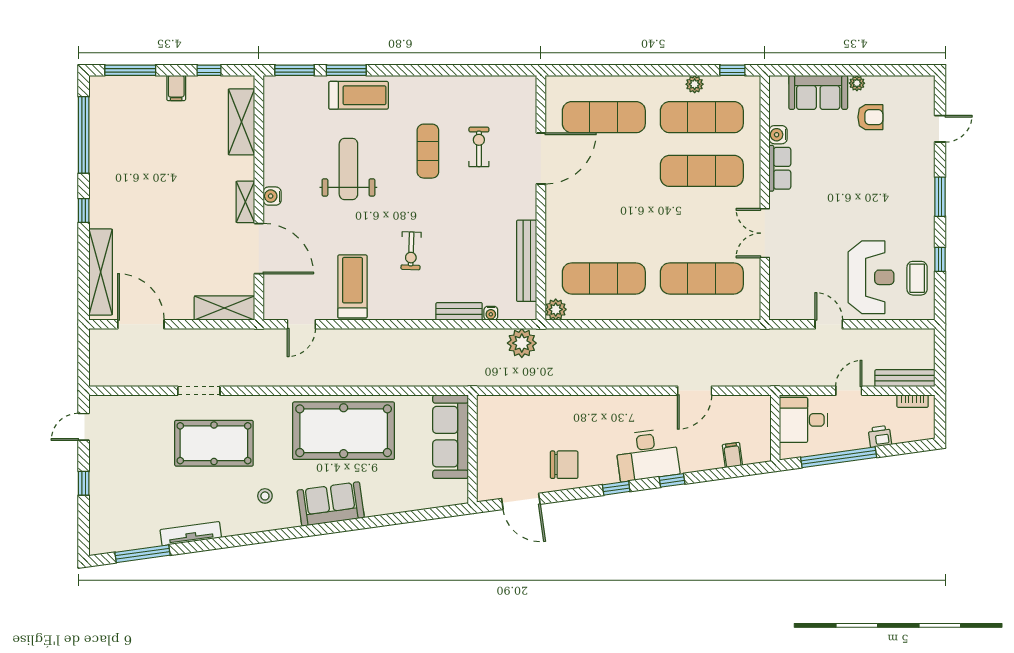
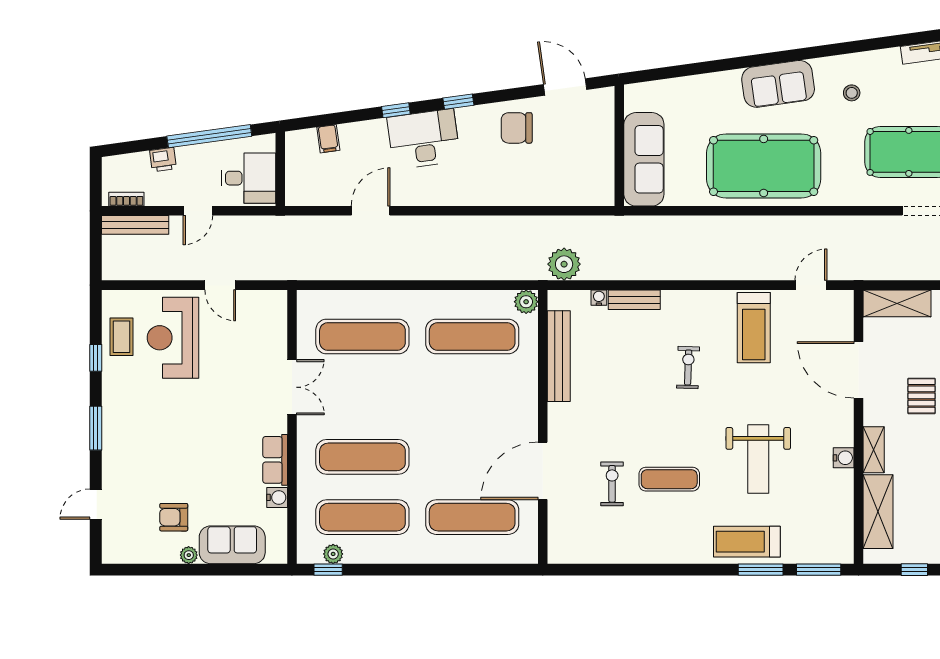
plant: (695, 84) -> (333, 554), moved
exercise bike: (479, 147) -> (612, 484), turned 180
exercise mat: (428, 151) -> (669, 479), turned 90
water cooler: (272, 196) -> (844, 458), moved
shelving: (245, 202) -> (874, 450), moved
pallet: (203, 225) -> (922, 396), added

